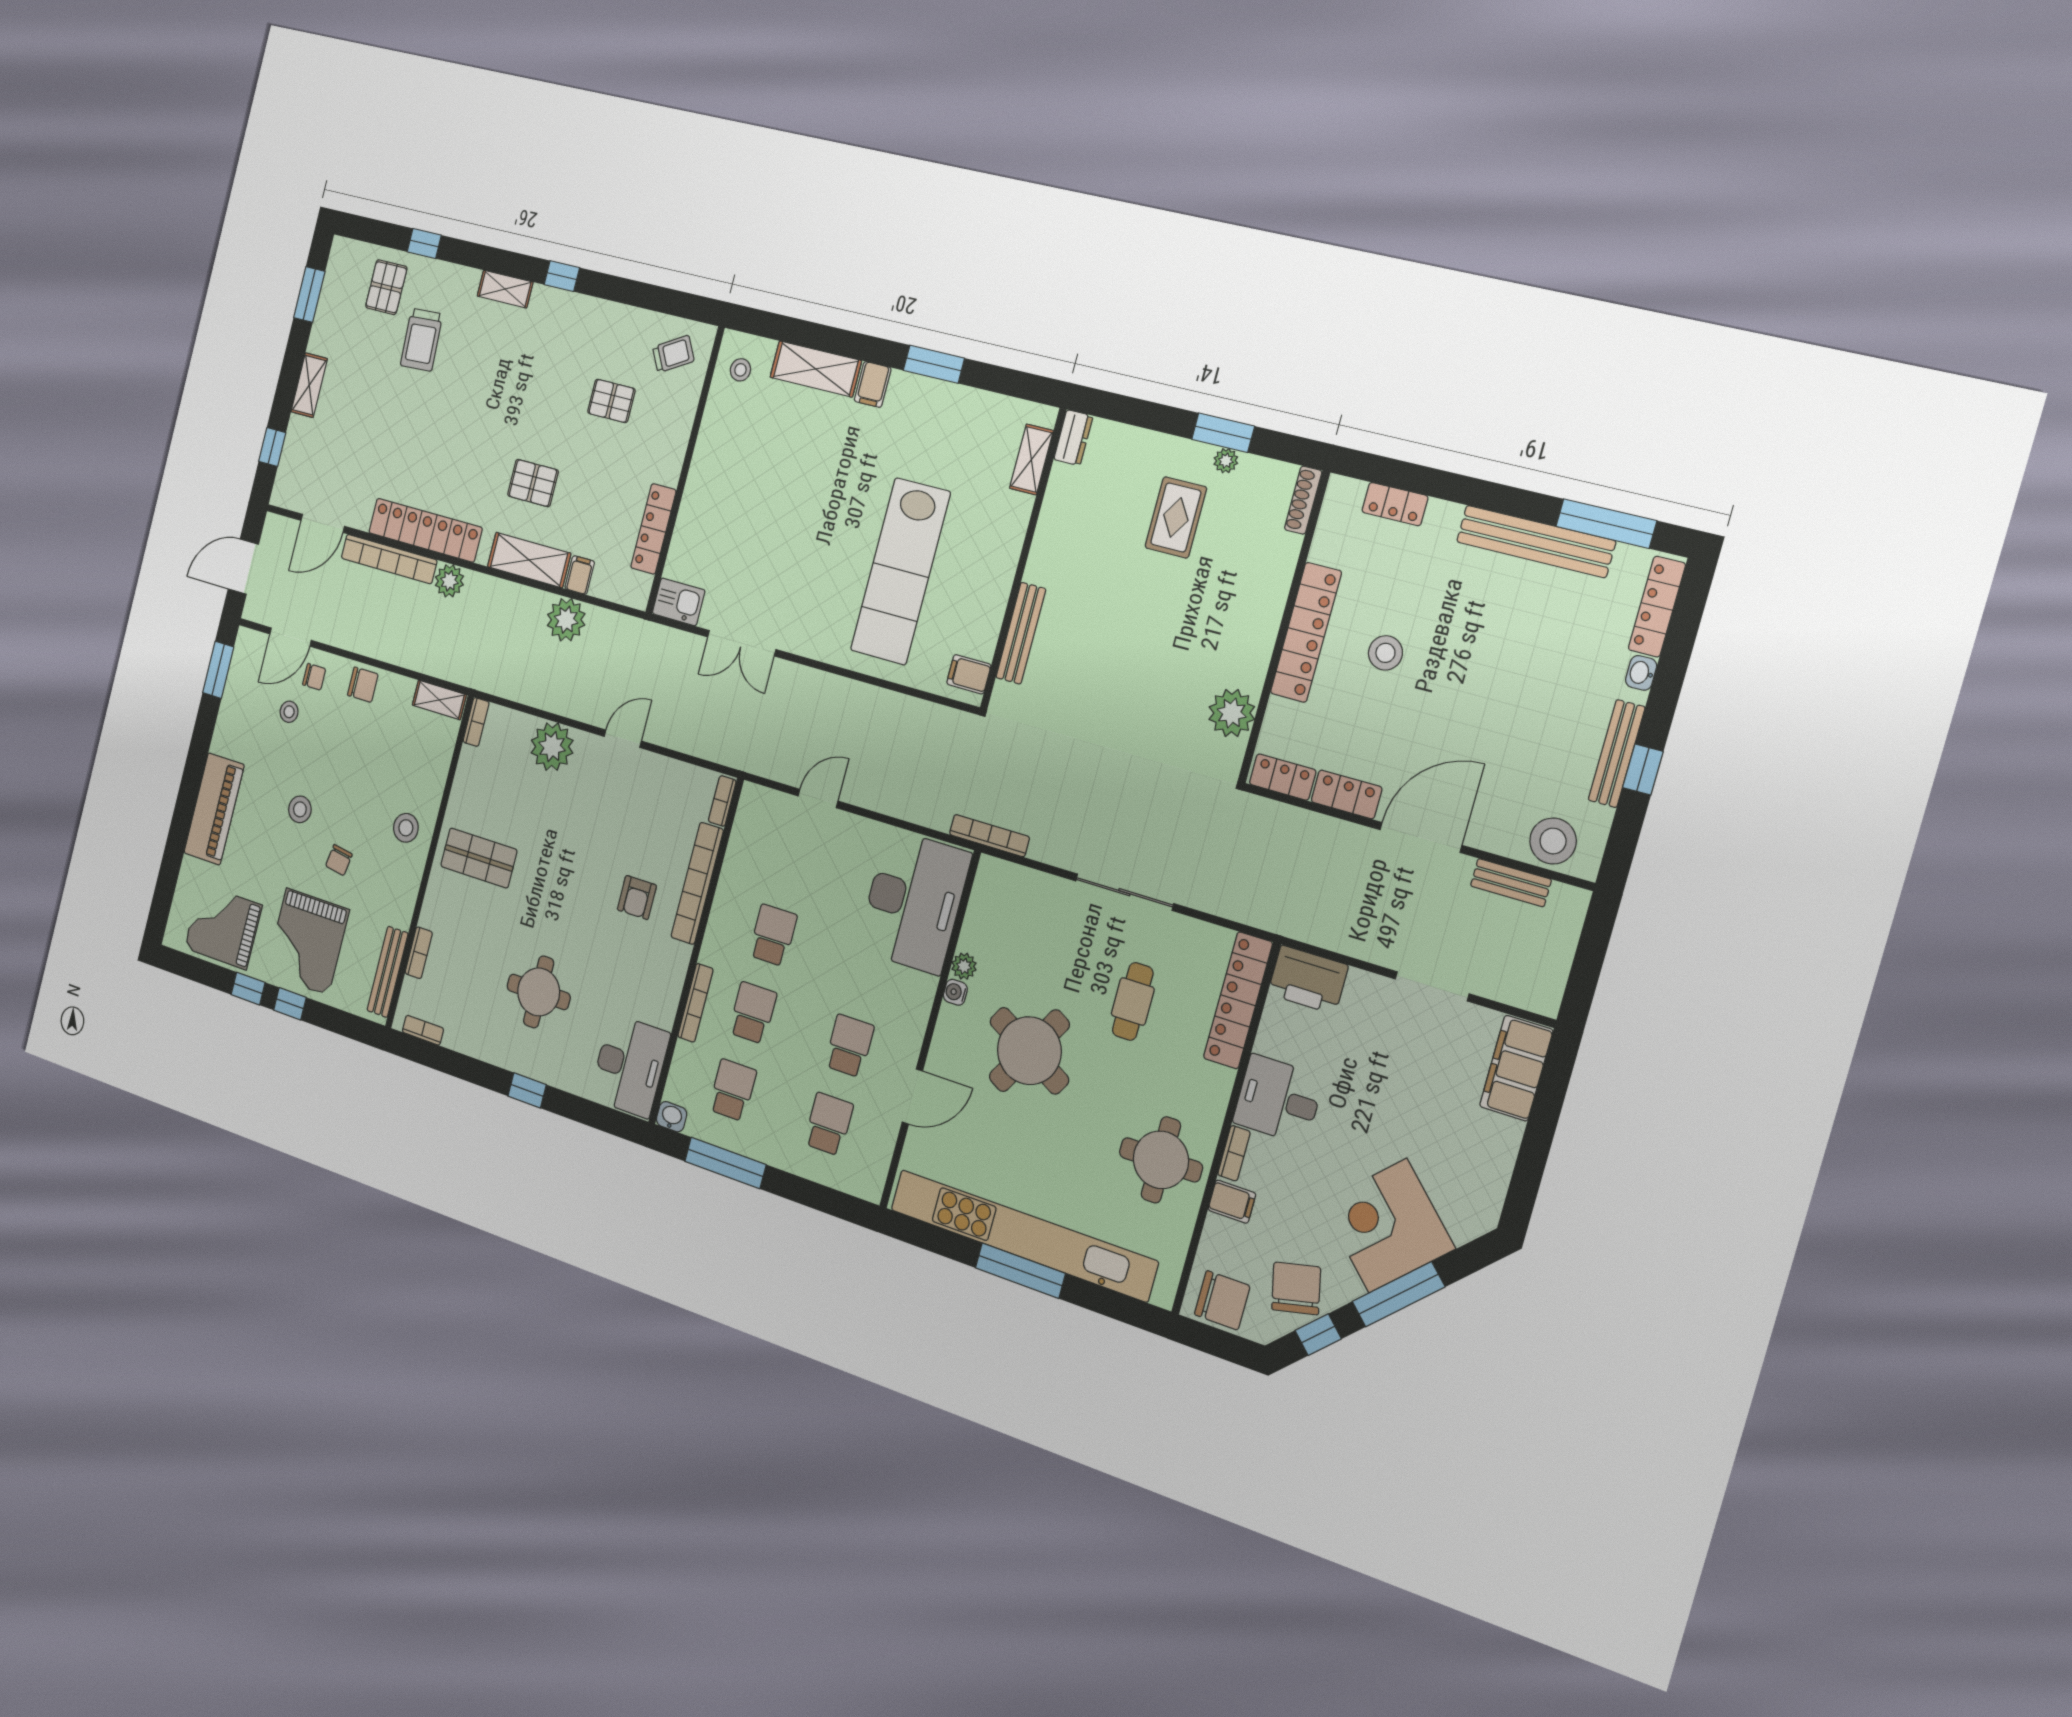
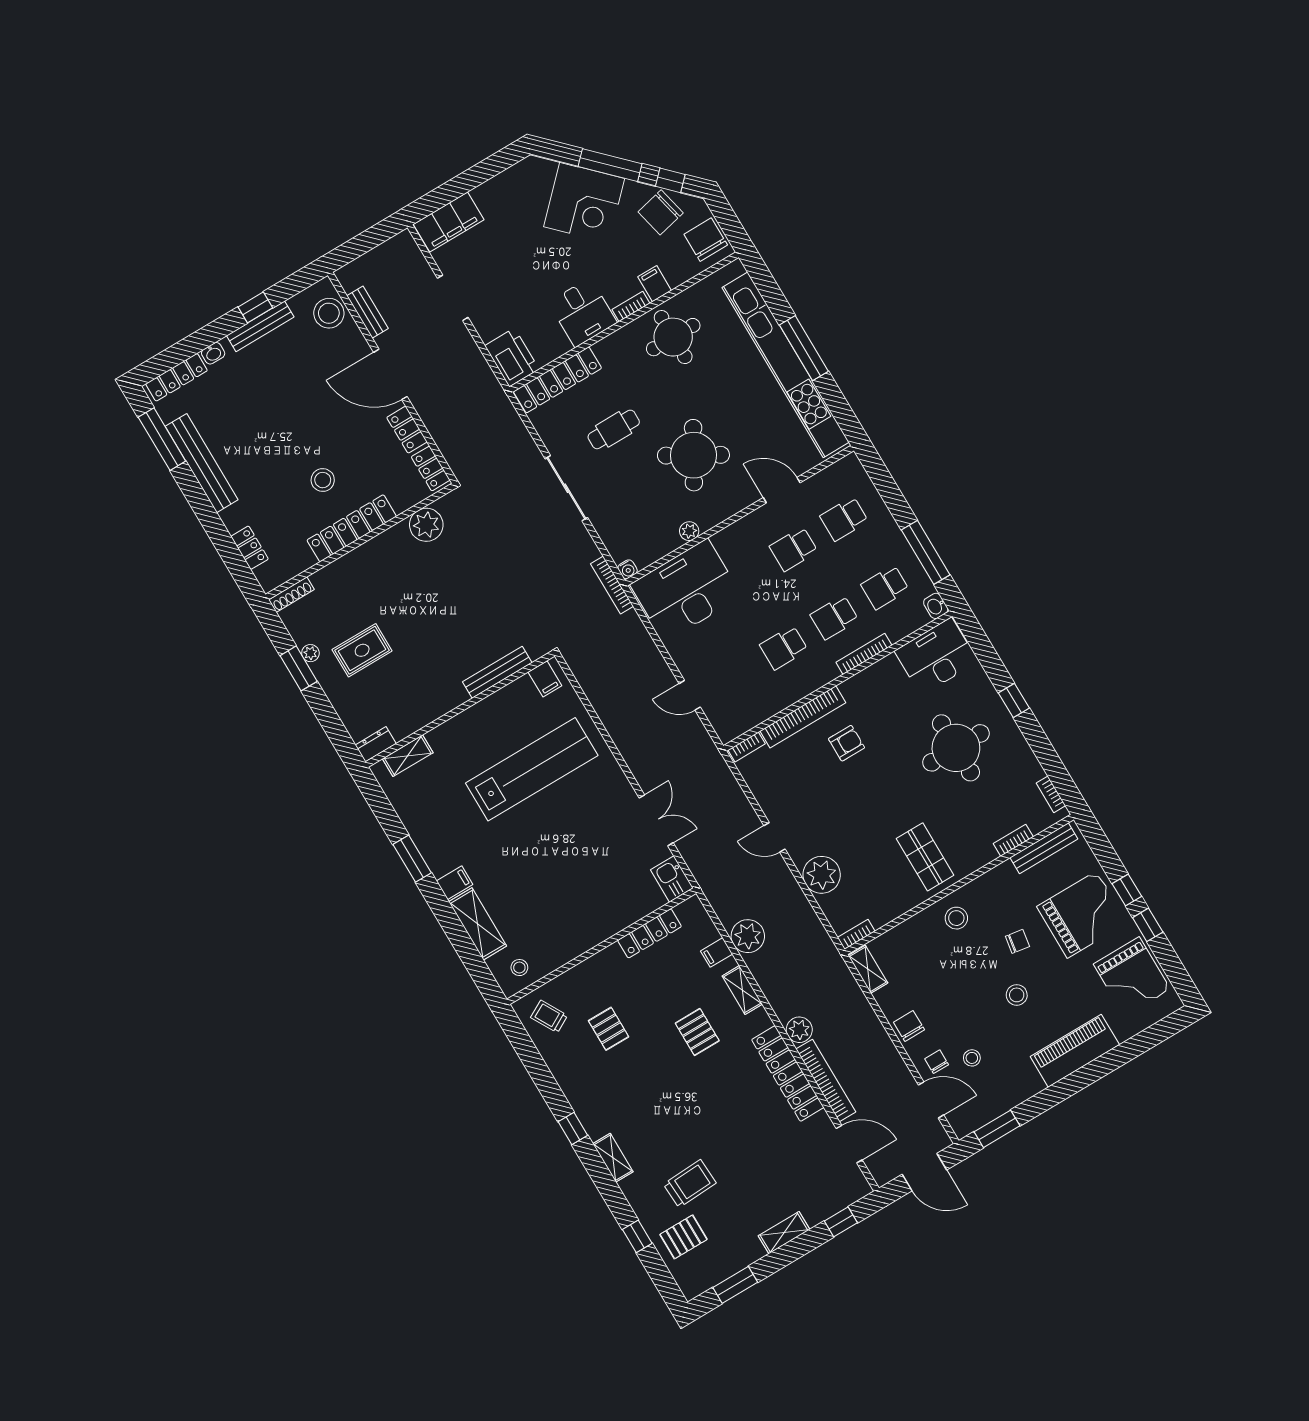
shelving: (529, 560) -> (742, 990), width x0.67, depth x0.75
round table: (539, 992) -> (956, 748), width x1.36, depth x1.36
water cooler: (955, 992) -> (628, 569), moved

